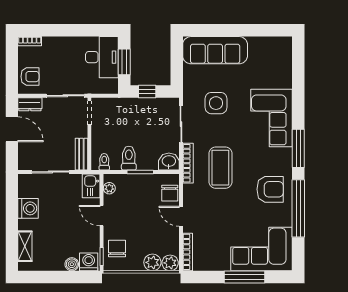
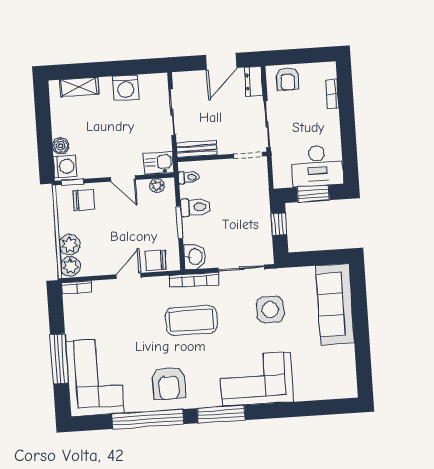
bookcase: (30, 41) -> (332, 94), moved
door: (102, 216) -> (123, 178), swing flipped
bookcase: (188, 252) -> (77, 288), width x0.64

